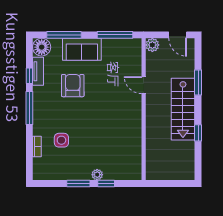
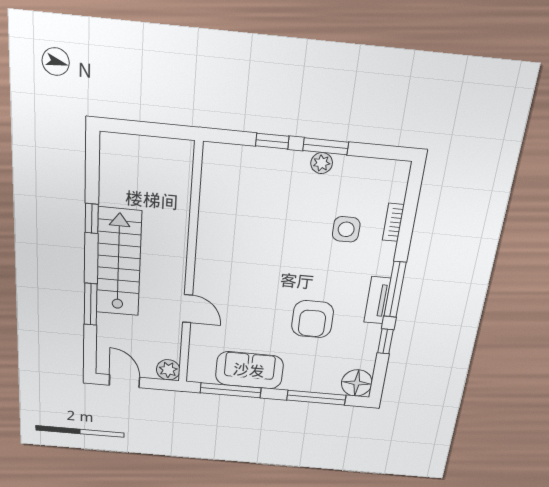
sofa: (82, 49) -> (249, 370), moved
tv unit: (38, 71) -> (377, 300), moved
plant: (97, 175) -> (322, 163), moved

